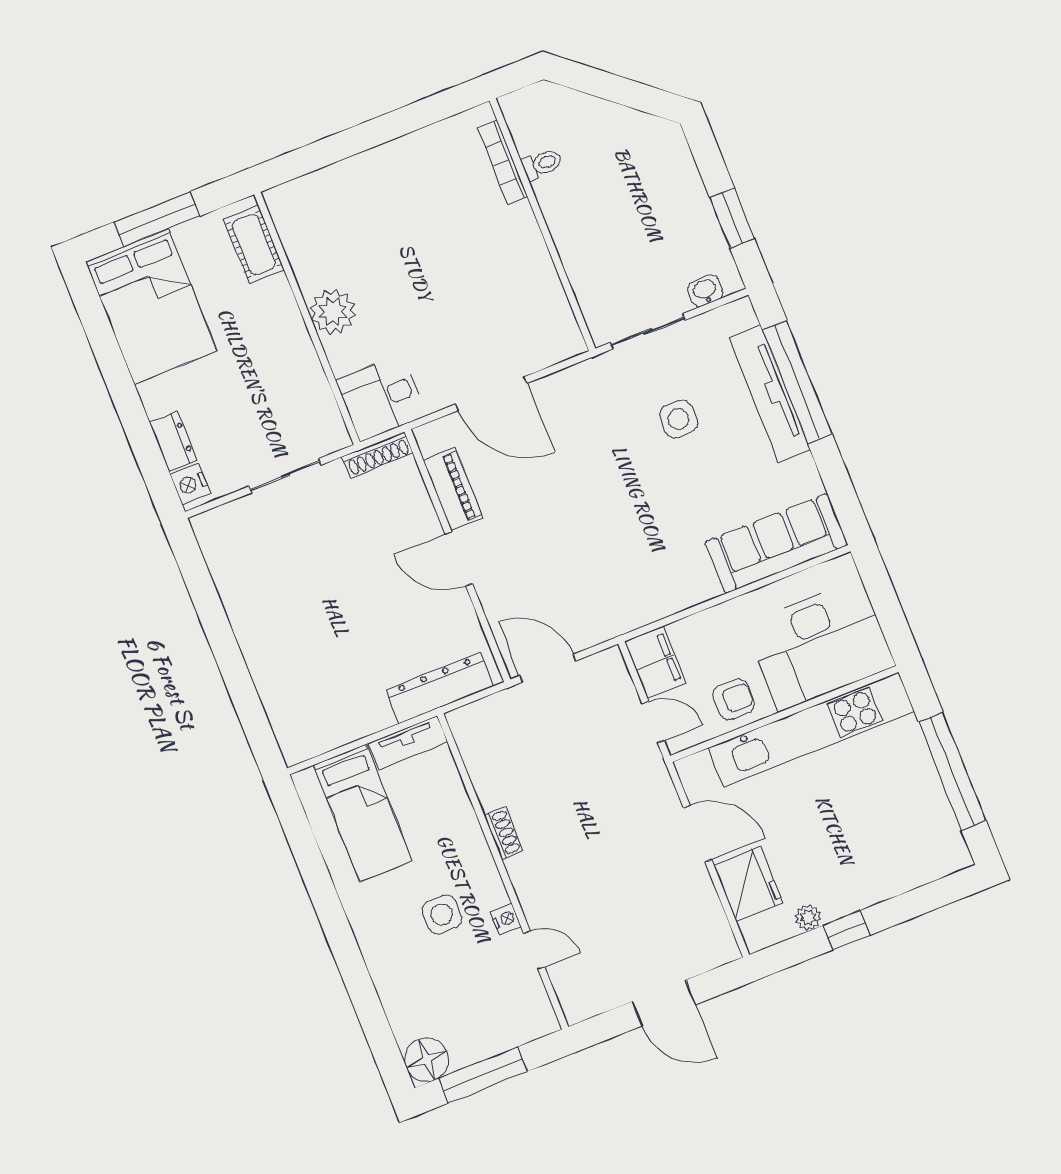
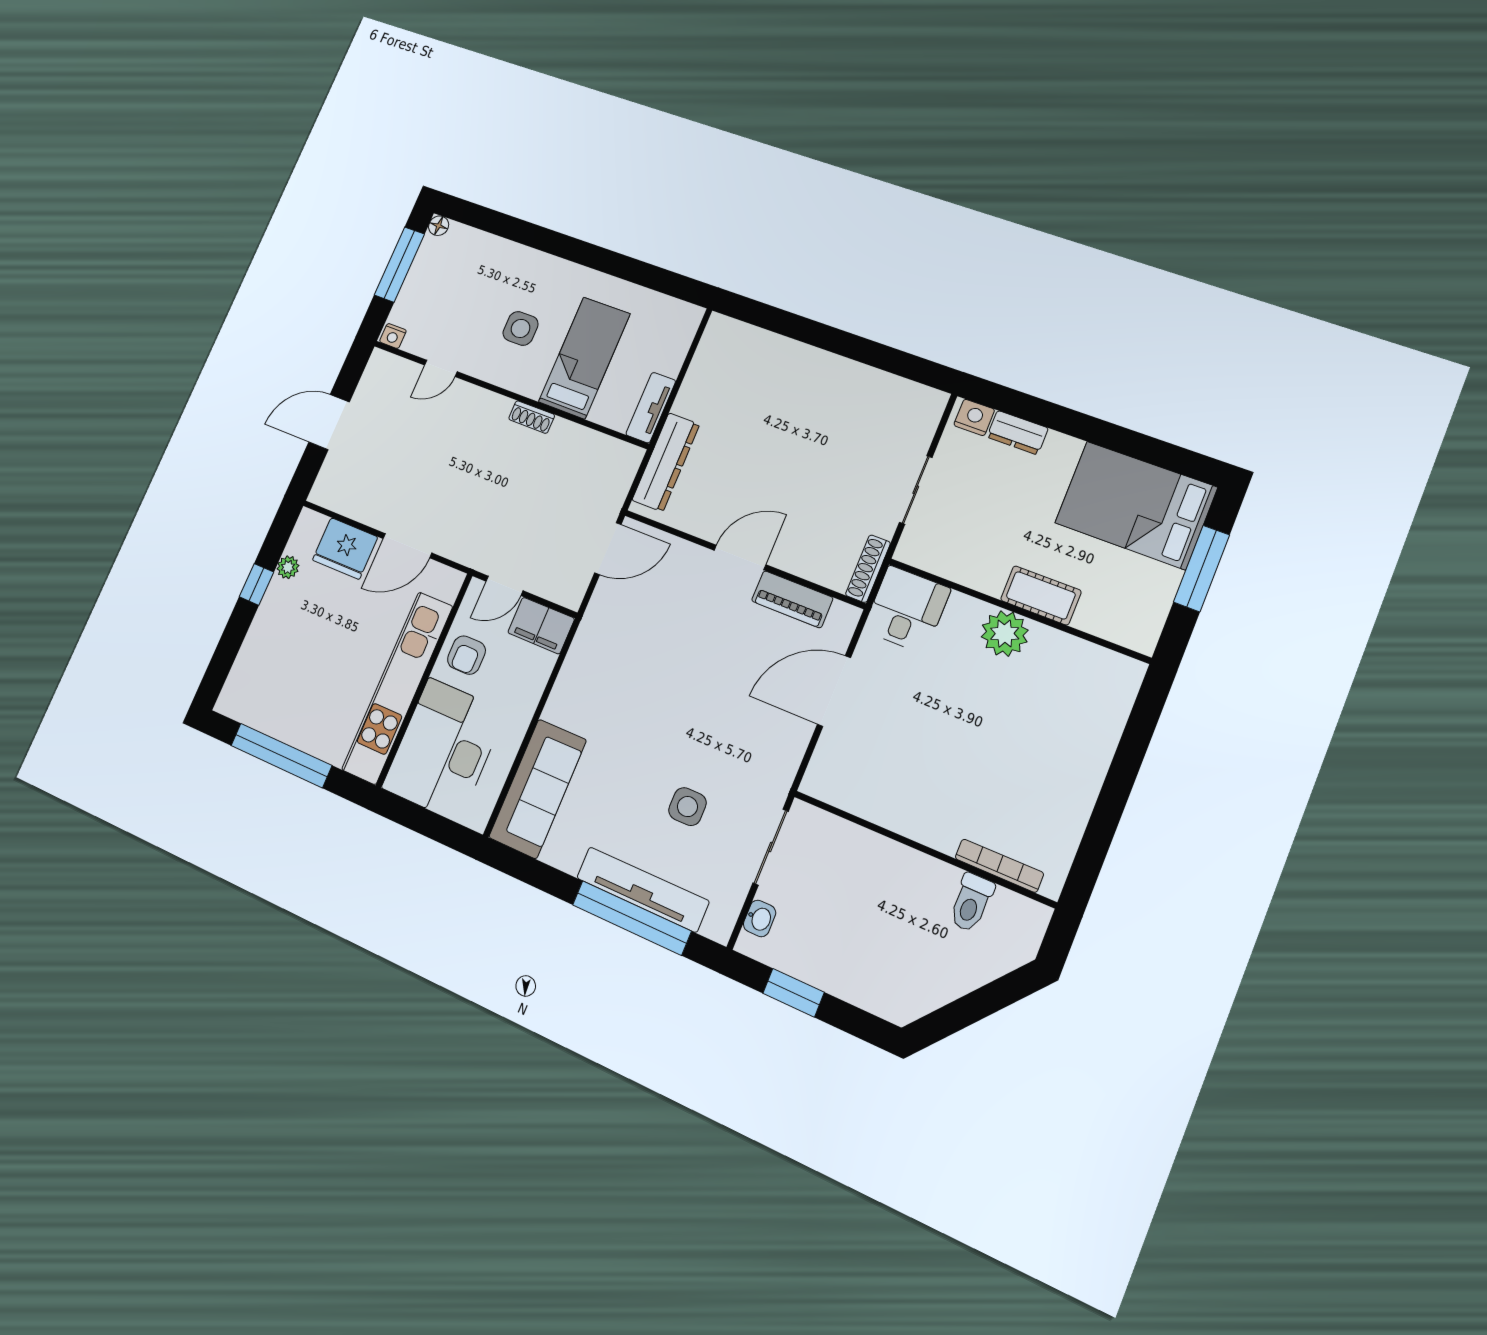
toilet: (542, 164) -> (971, 903), width x1.37, depth x1.39
cot: (254, 245) -> (1041, 595), moved
bed: (363, 813) -> (584, 358), moved, turned 90
nightstand: (506, 919) -> (393, 336), moved
floor lamp: (427, 1060) -> (439, 226), width x0.53, depth x0.53

